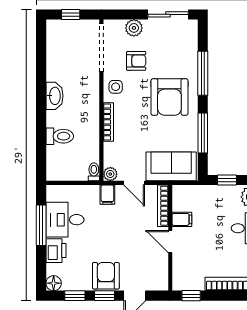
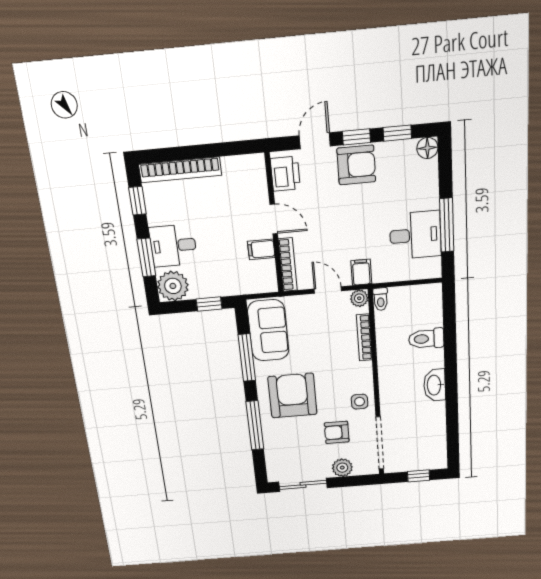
bookcase: (108, 122) -> (364, 338), moved
sofa: (171, 166) -> (268, 330), moved, turned -90
printer: (56, 251) -> (285, 174), moved, turned 180
armchair: (106, 276) -> (356, 165), turned -90
window: (191, 296) -> (238, 148), removed

